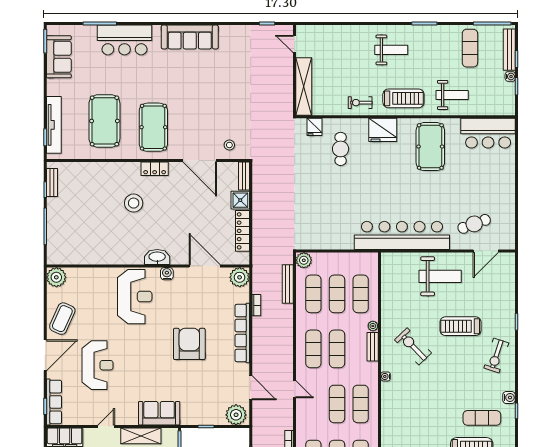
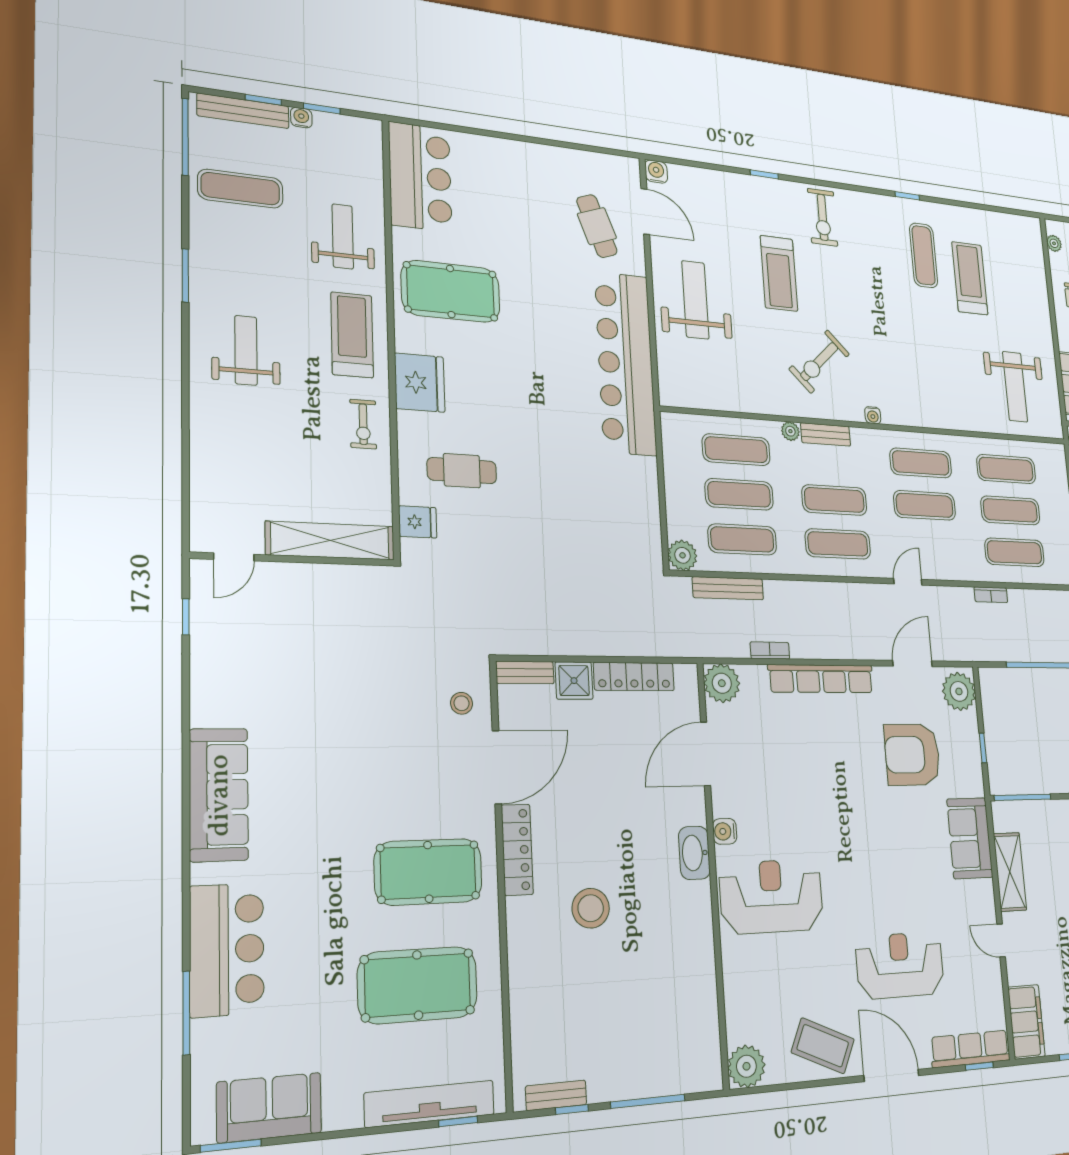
locker: (155, 169) -> (517, 850), width x1.53
armchair: (189, 344) -> (912, 755), moved
exercise bike: (496, 356) -> (823, 217), turned 72
water cooler: (509, 398) -> (656, 172), moved

